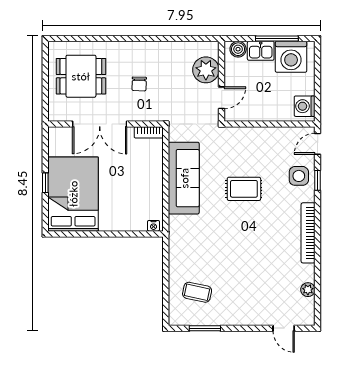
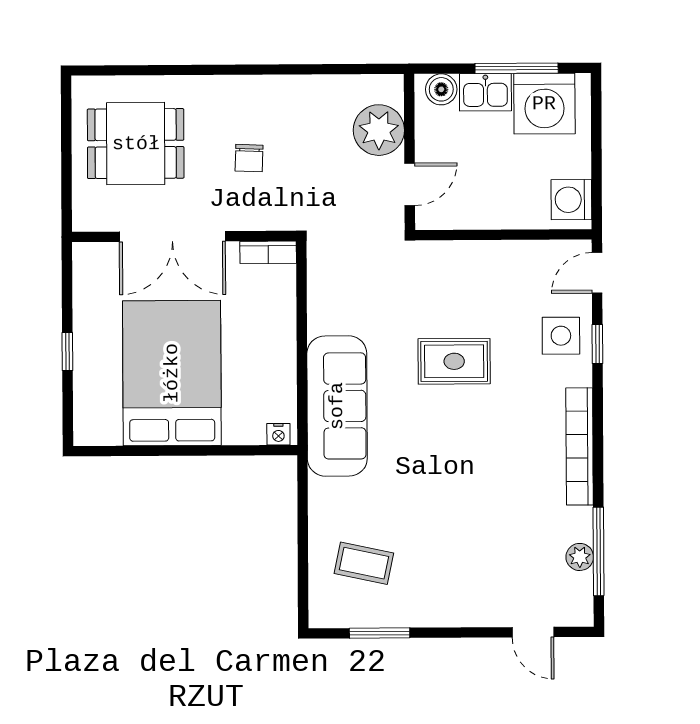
sofa: (184, 178) -> (337, 406), moved
bed: (73, 194) -> (172, 373), moved
window: (318, 287) -> (598, 551), added

